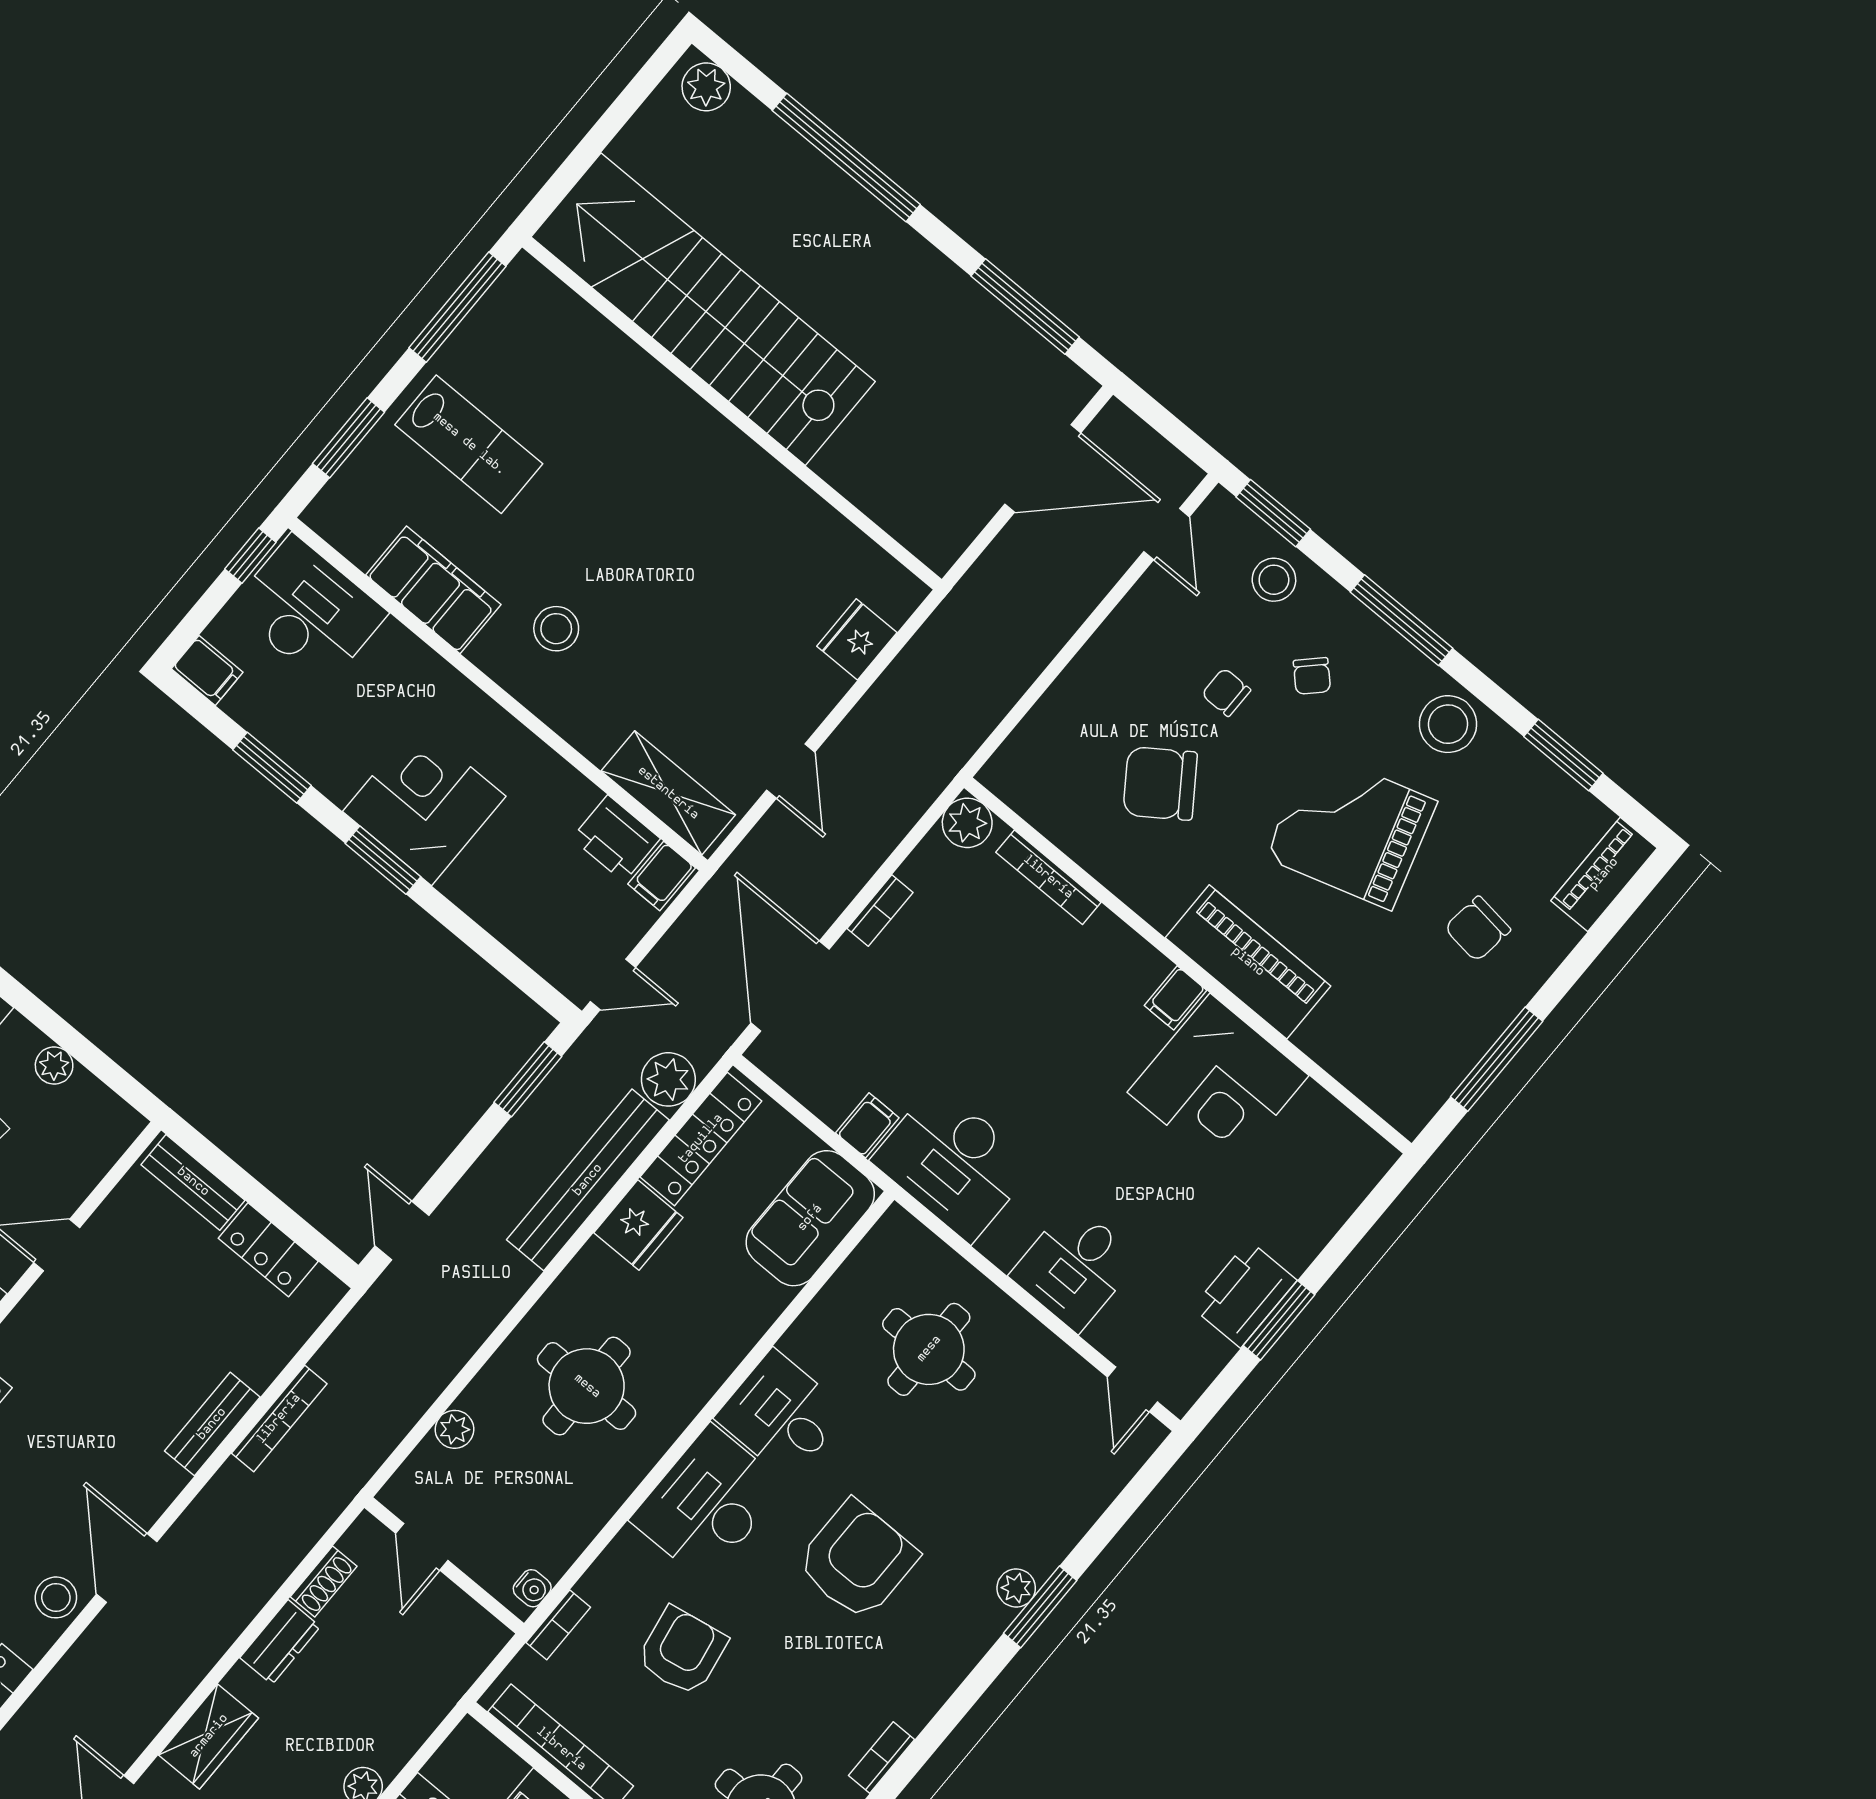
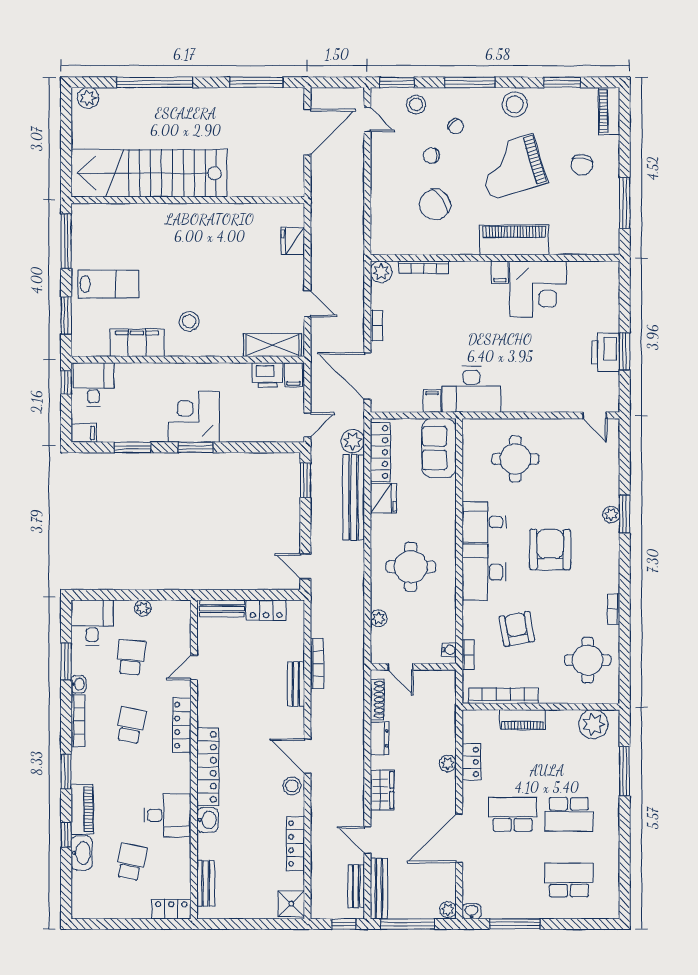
desk: (309, 611) -> (93, 384), width x0.73
desk: (1075, 1267) -> (541, 391), removed
shoe rack: (324, 1582) -> (377, 700), width x1.43

